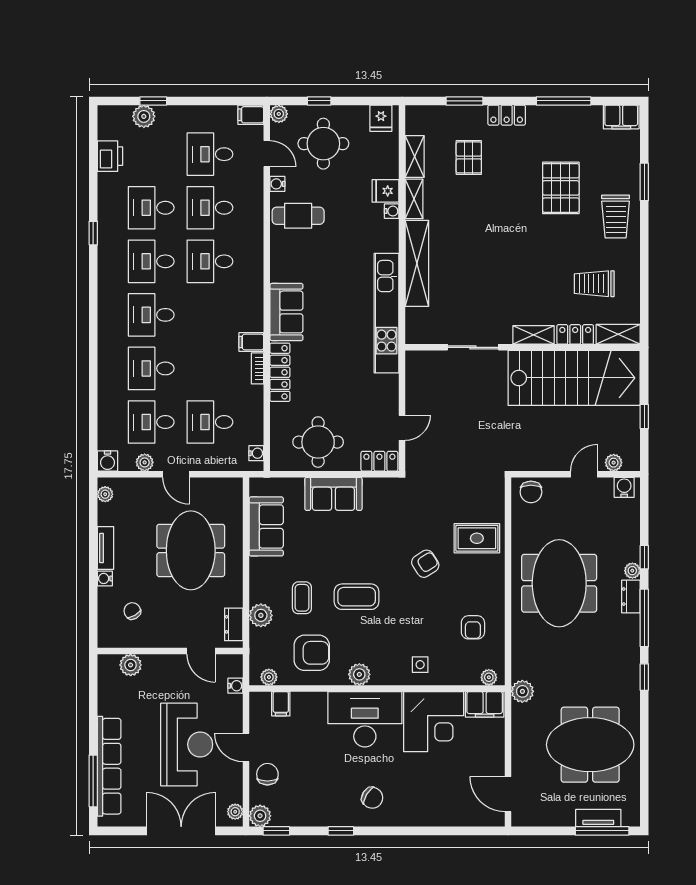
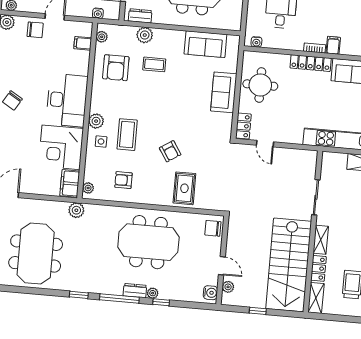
coffee table: (357, 597) -> (127, 135), moved
plant: (359, 674) -> (96, 121), moved

